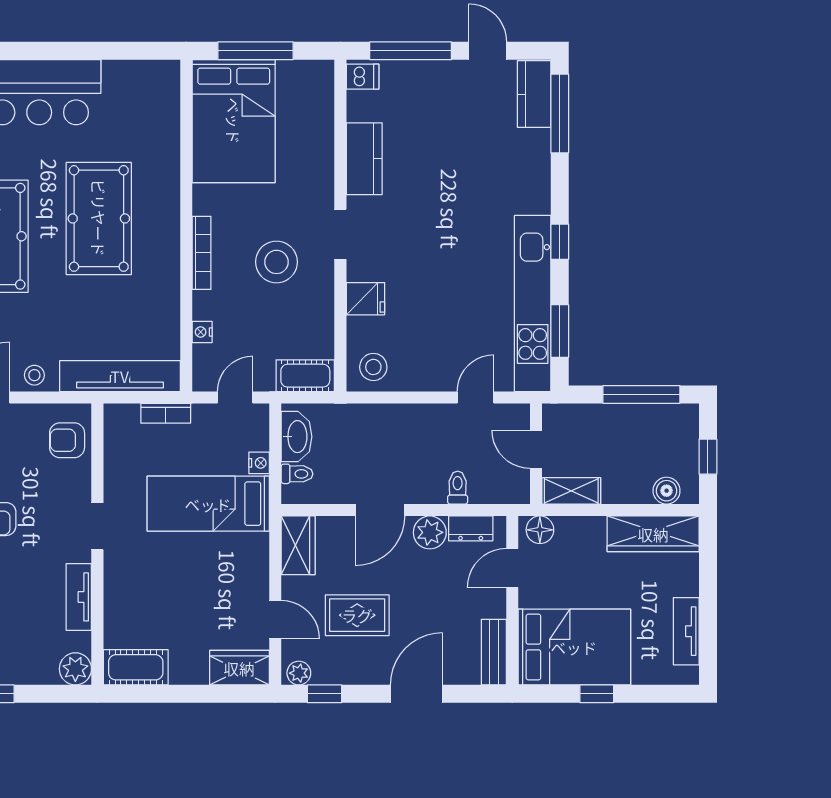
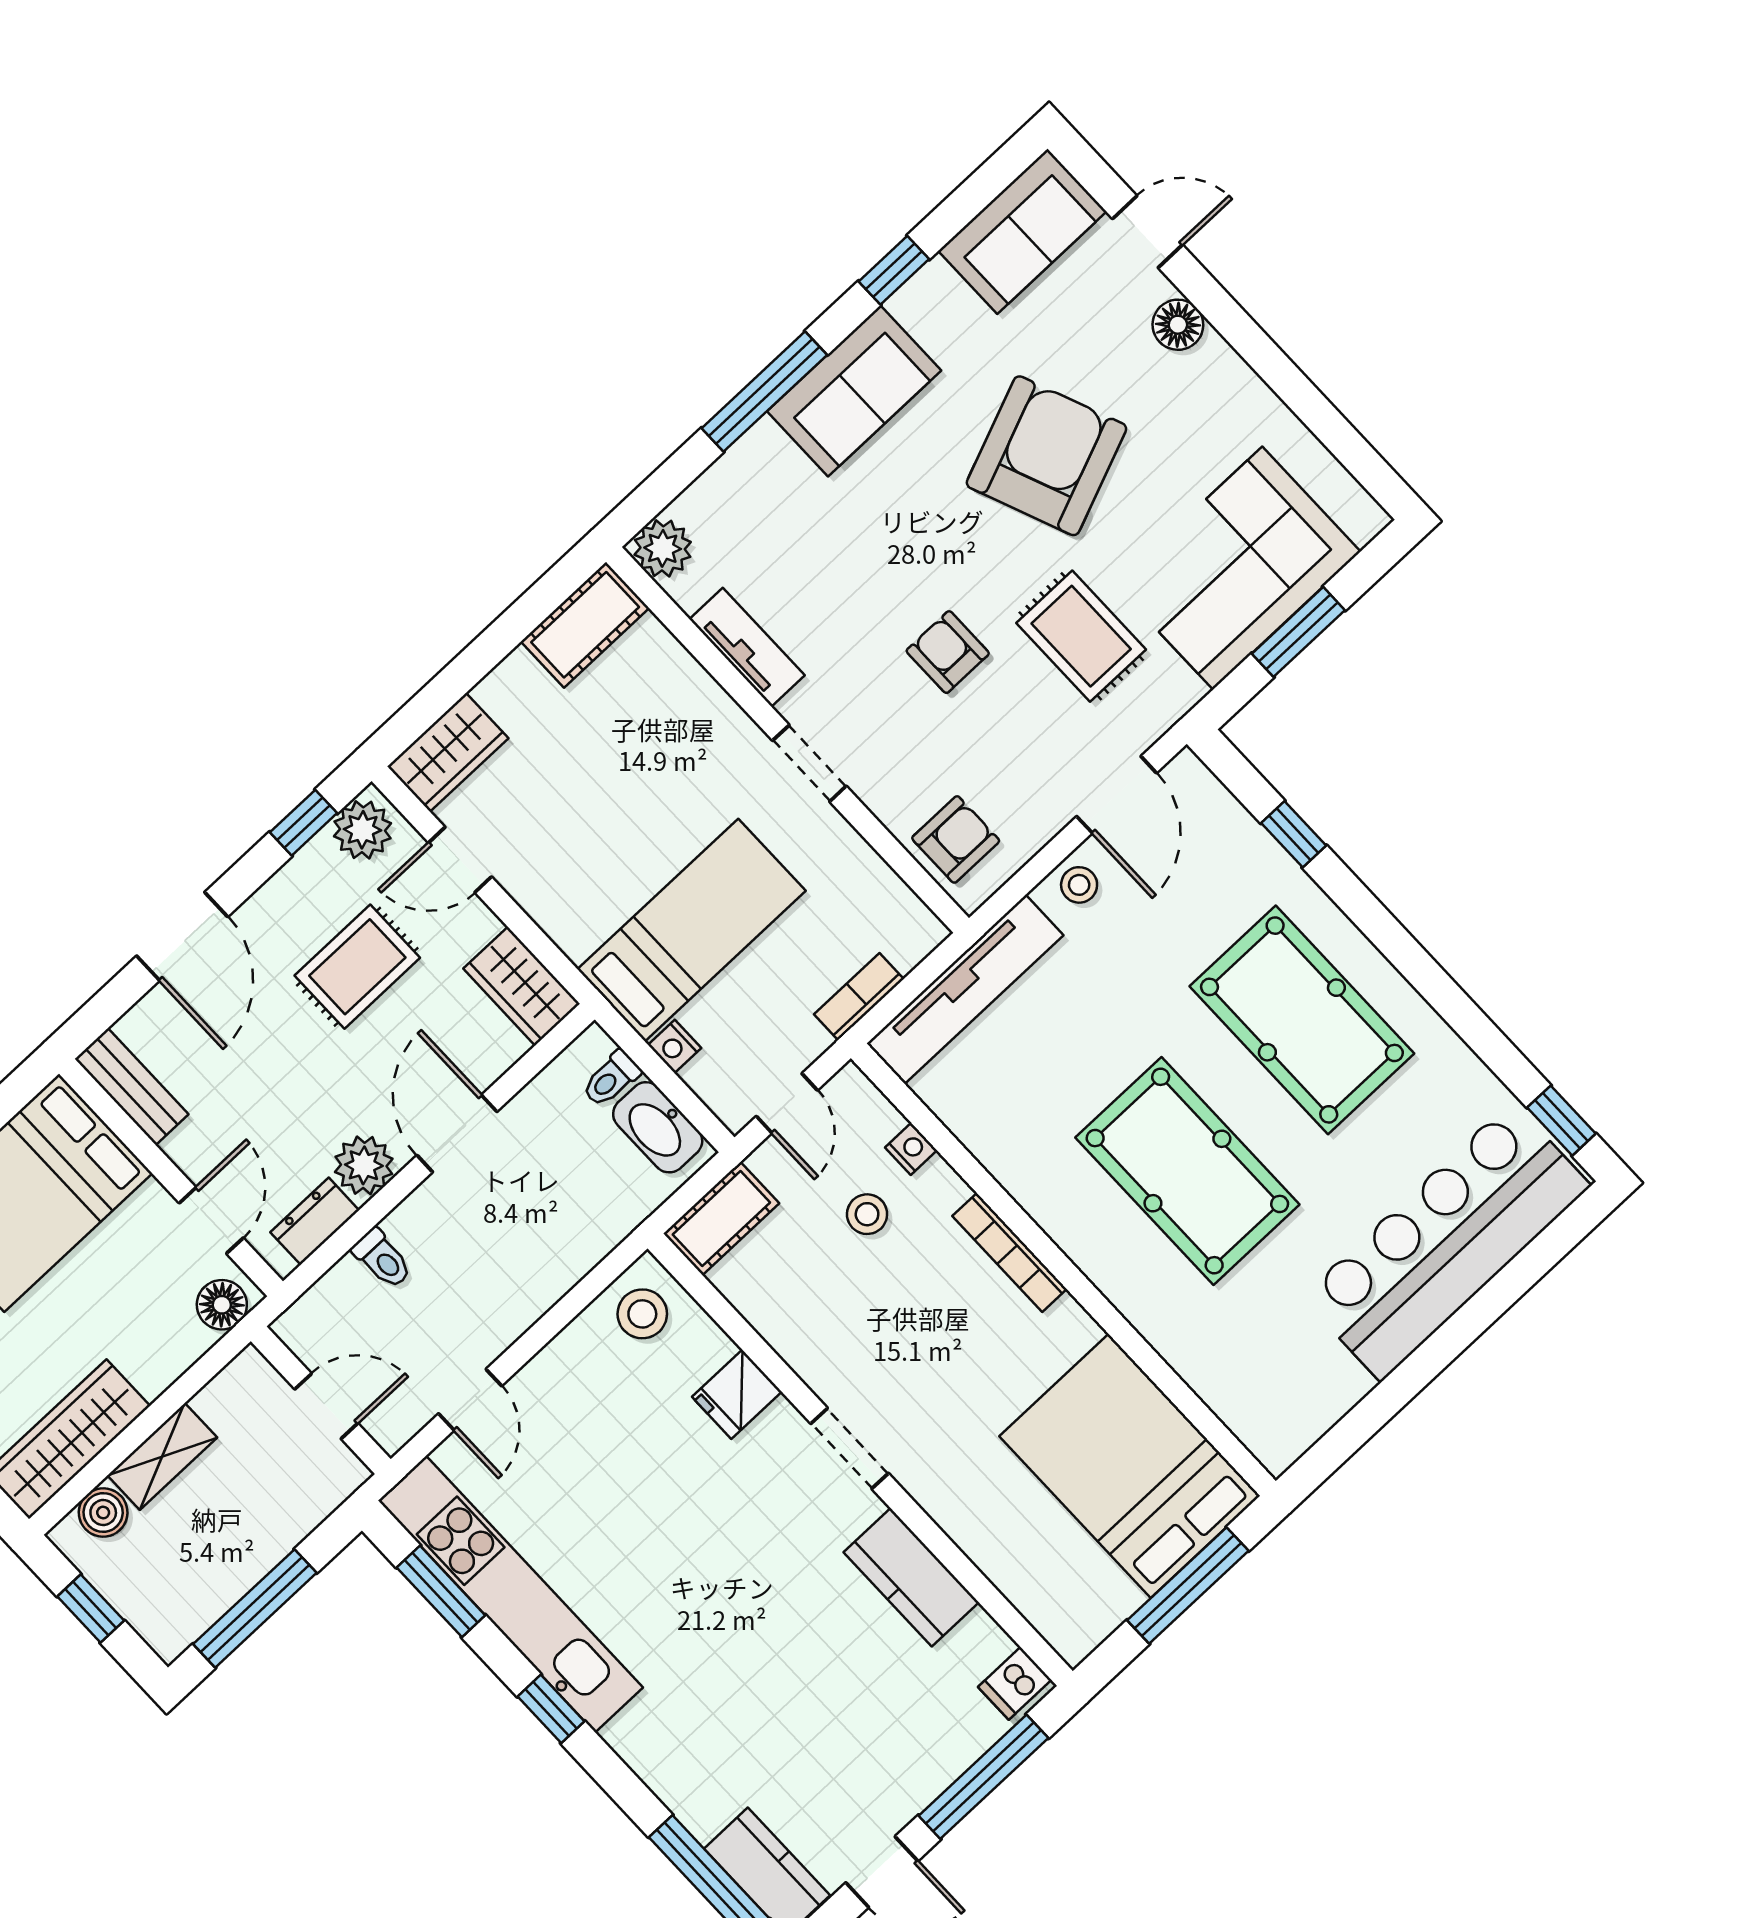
stool: (276, 262) -> (867, 1214), moved, width x0.53, depth x0.53
shelving: (571, 491) -> (162, 1456), moved
plant: (299, 673) -> (363, 830), width x1.38, depth x1.38

